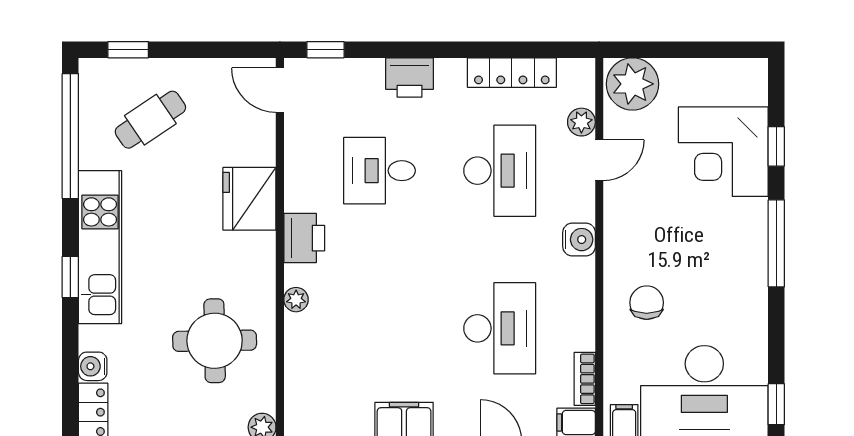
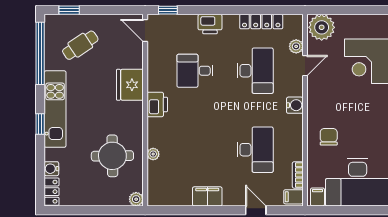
plant: (296, 300) -> (153, 154), moved

